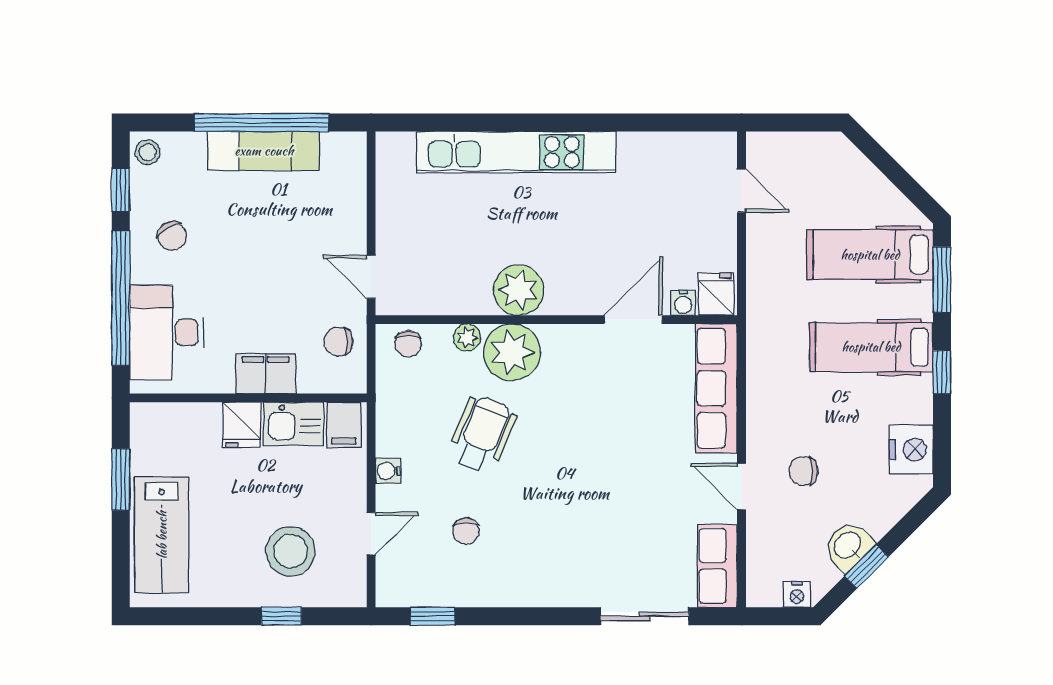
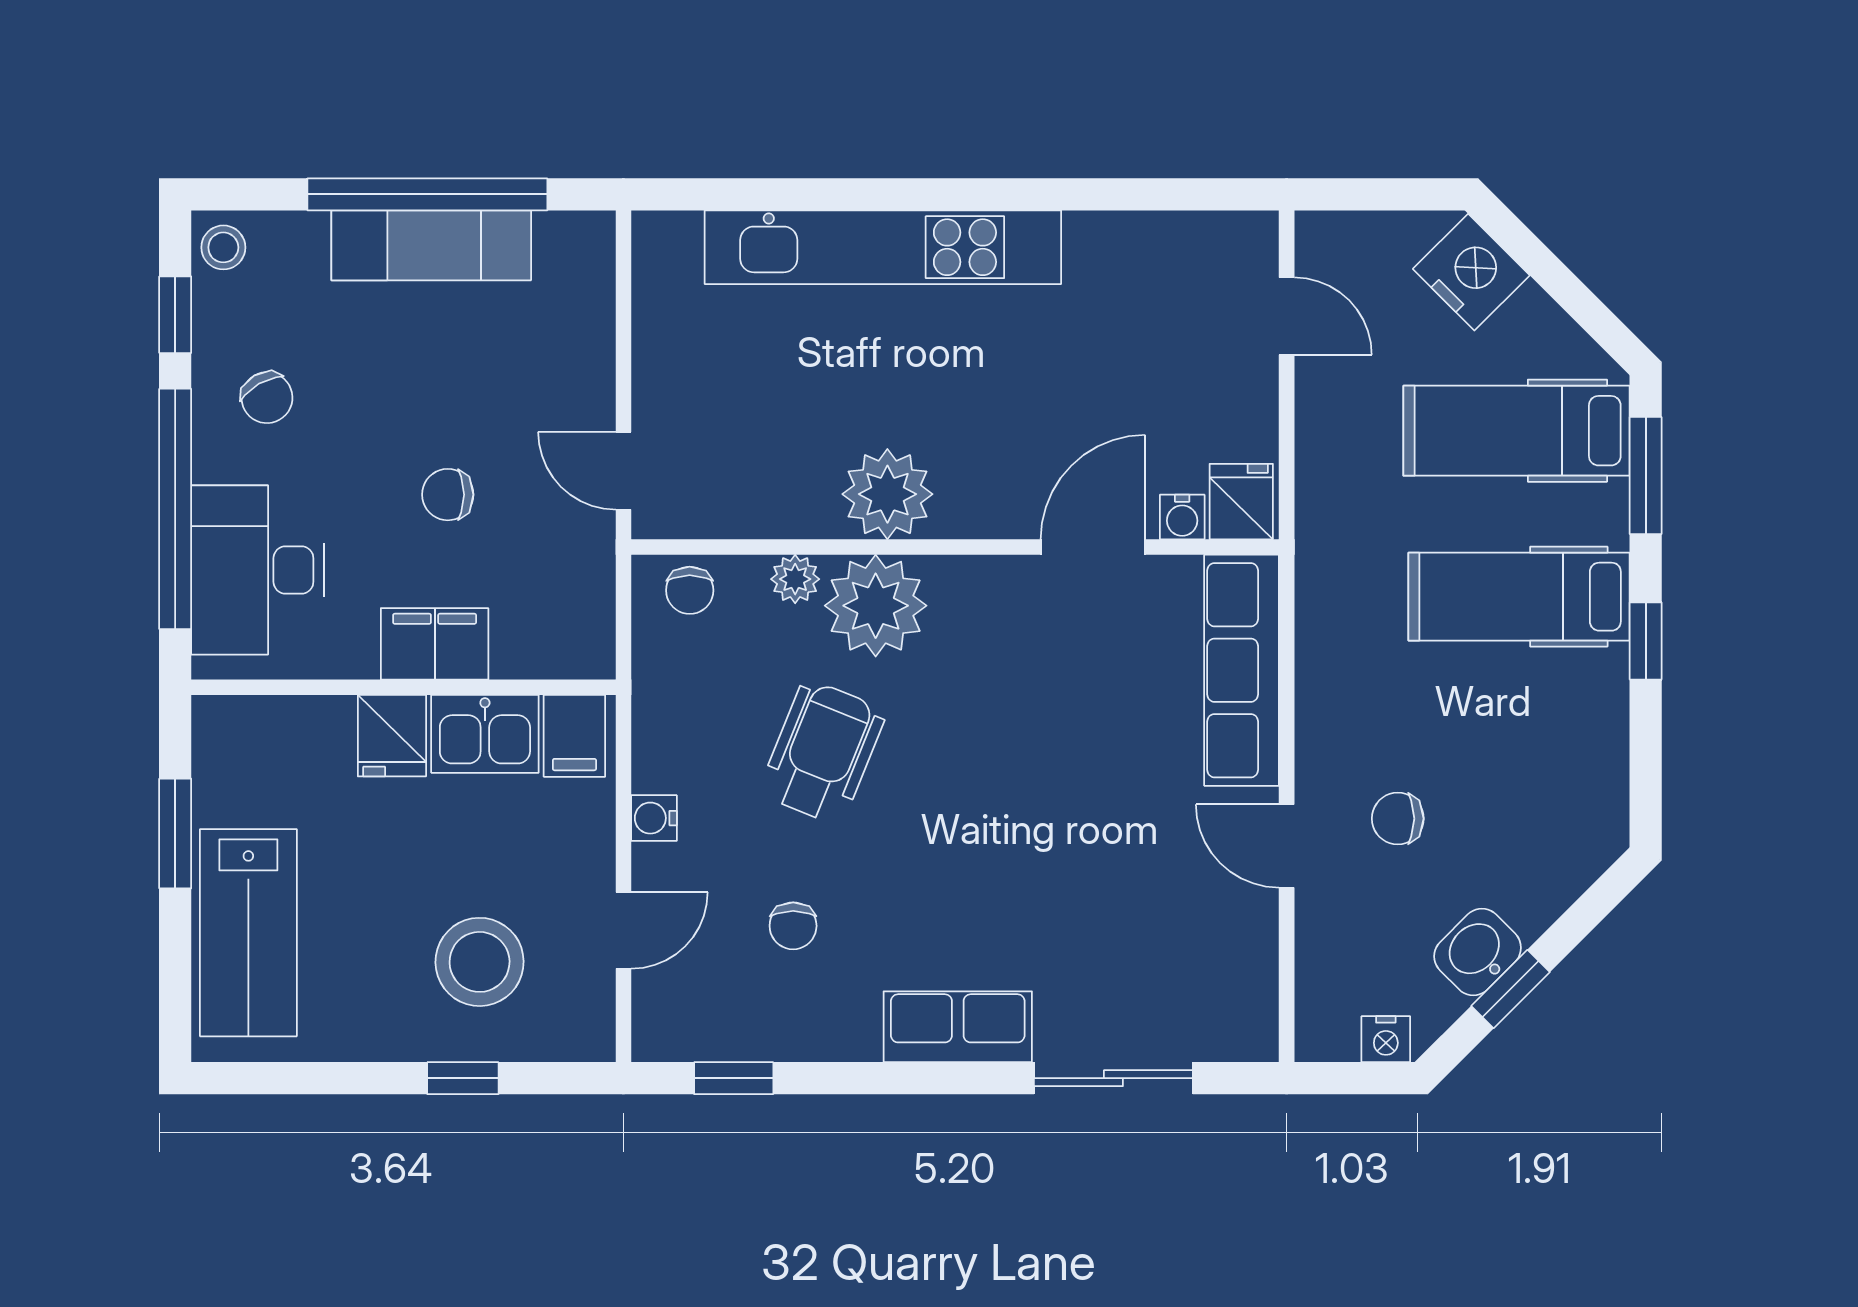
chair: (338, 342) -> (448, 495), moved
nightstand: (911, 450) -> (1471, 272), moved, turned -45
row of seats: (717, 566) -> (958, 1027), moved, turned 90

